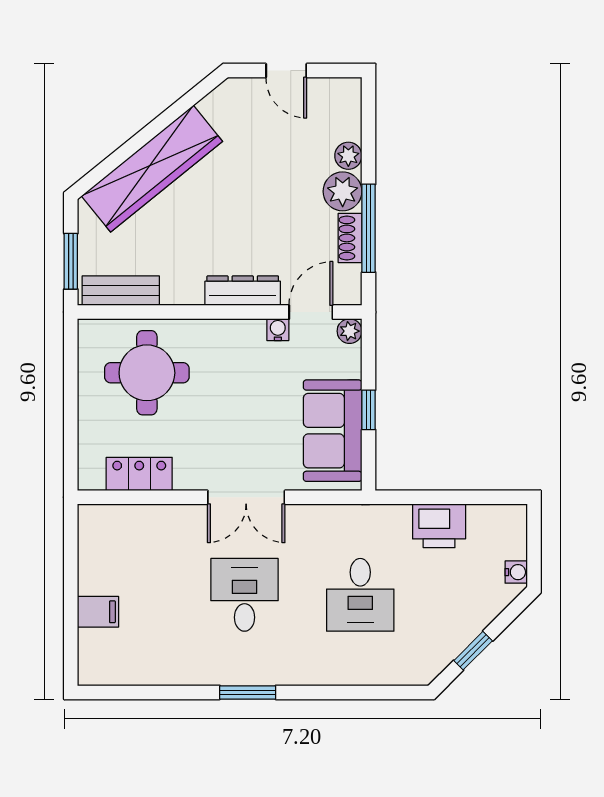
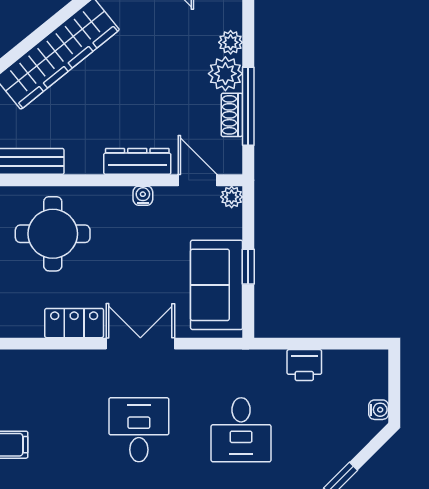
door: (311, 312) -> (197, 180), hinge flipped
water cooler: (278, 330) -> (143, 196), moved
locker: (139, 474) -> (74, 323), moved
double door: (246, 497) -> (140, 344), swing flipped
printer: (439, 526) -> (304, 365), width x0.73, depth x0.81

